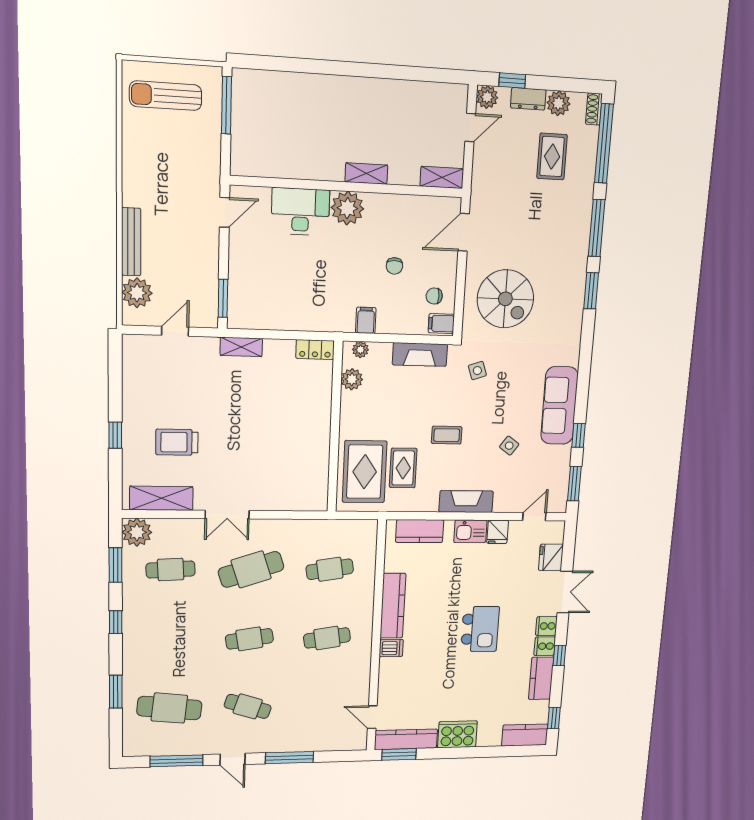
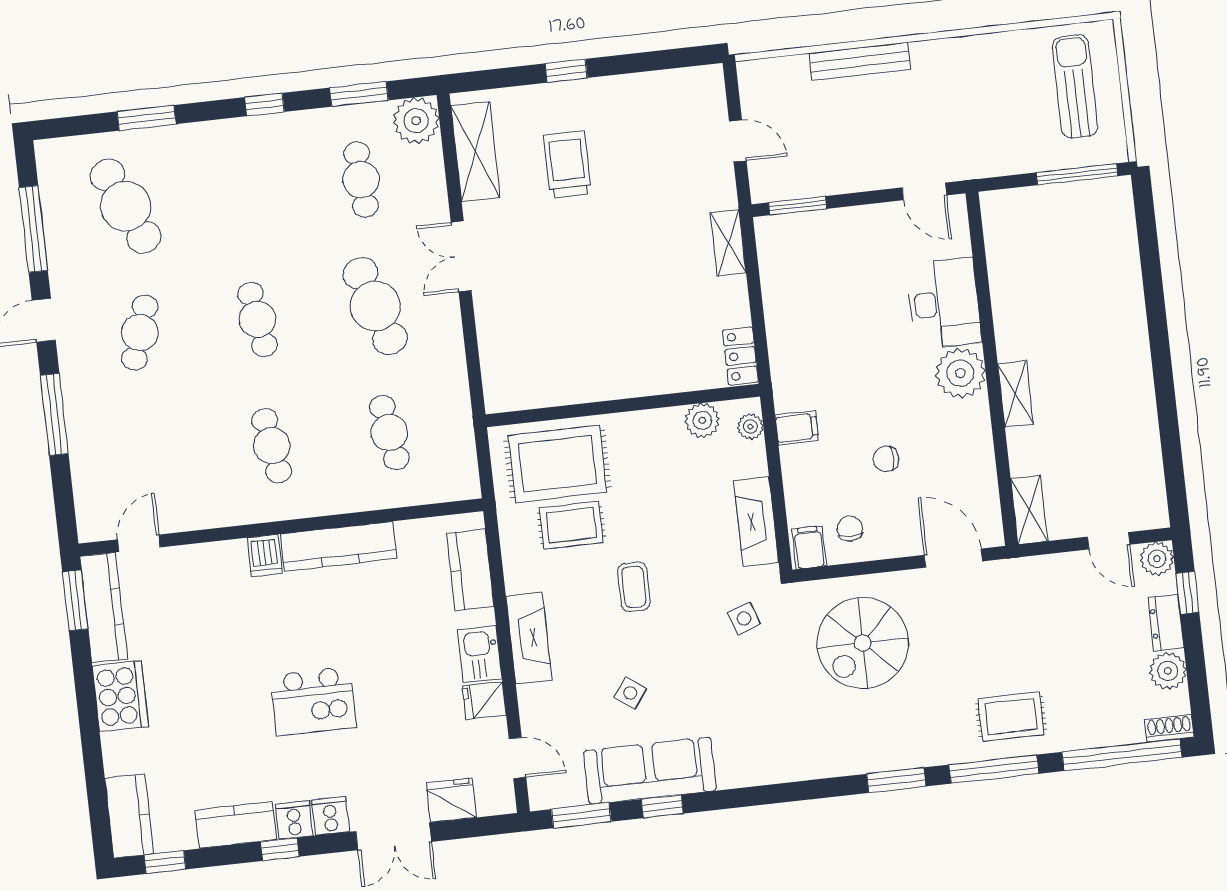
rug: (552, 157) -> (1011, 717), moved
plant: (137, 293) -> (787, 78), removed
sofa: (559, 406) -> (650, 771), moved
cafe table: (169, 708) -> (126, 206), turned -30

